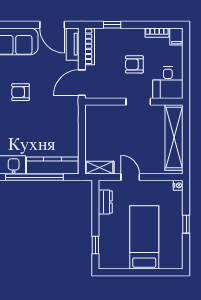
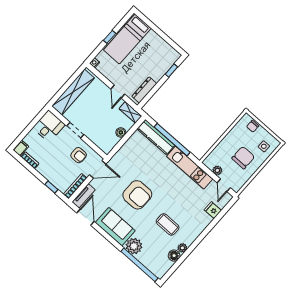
armchair: (134, 64) -> (79, 155), moved
armchair: (21, 92) -> (137, 195), width x1.88, depth x1.88
boiler: (91, 139) -> (121, 132), added
dresser: (105, 202) -> (144, 90), width x1.44
bed: (144, 237) -> (127, 39), moved

